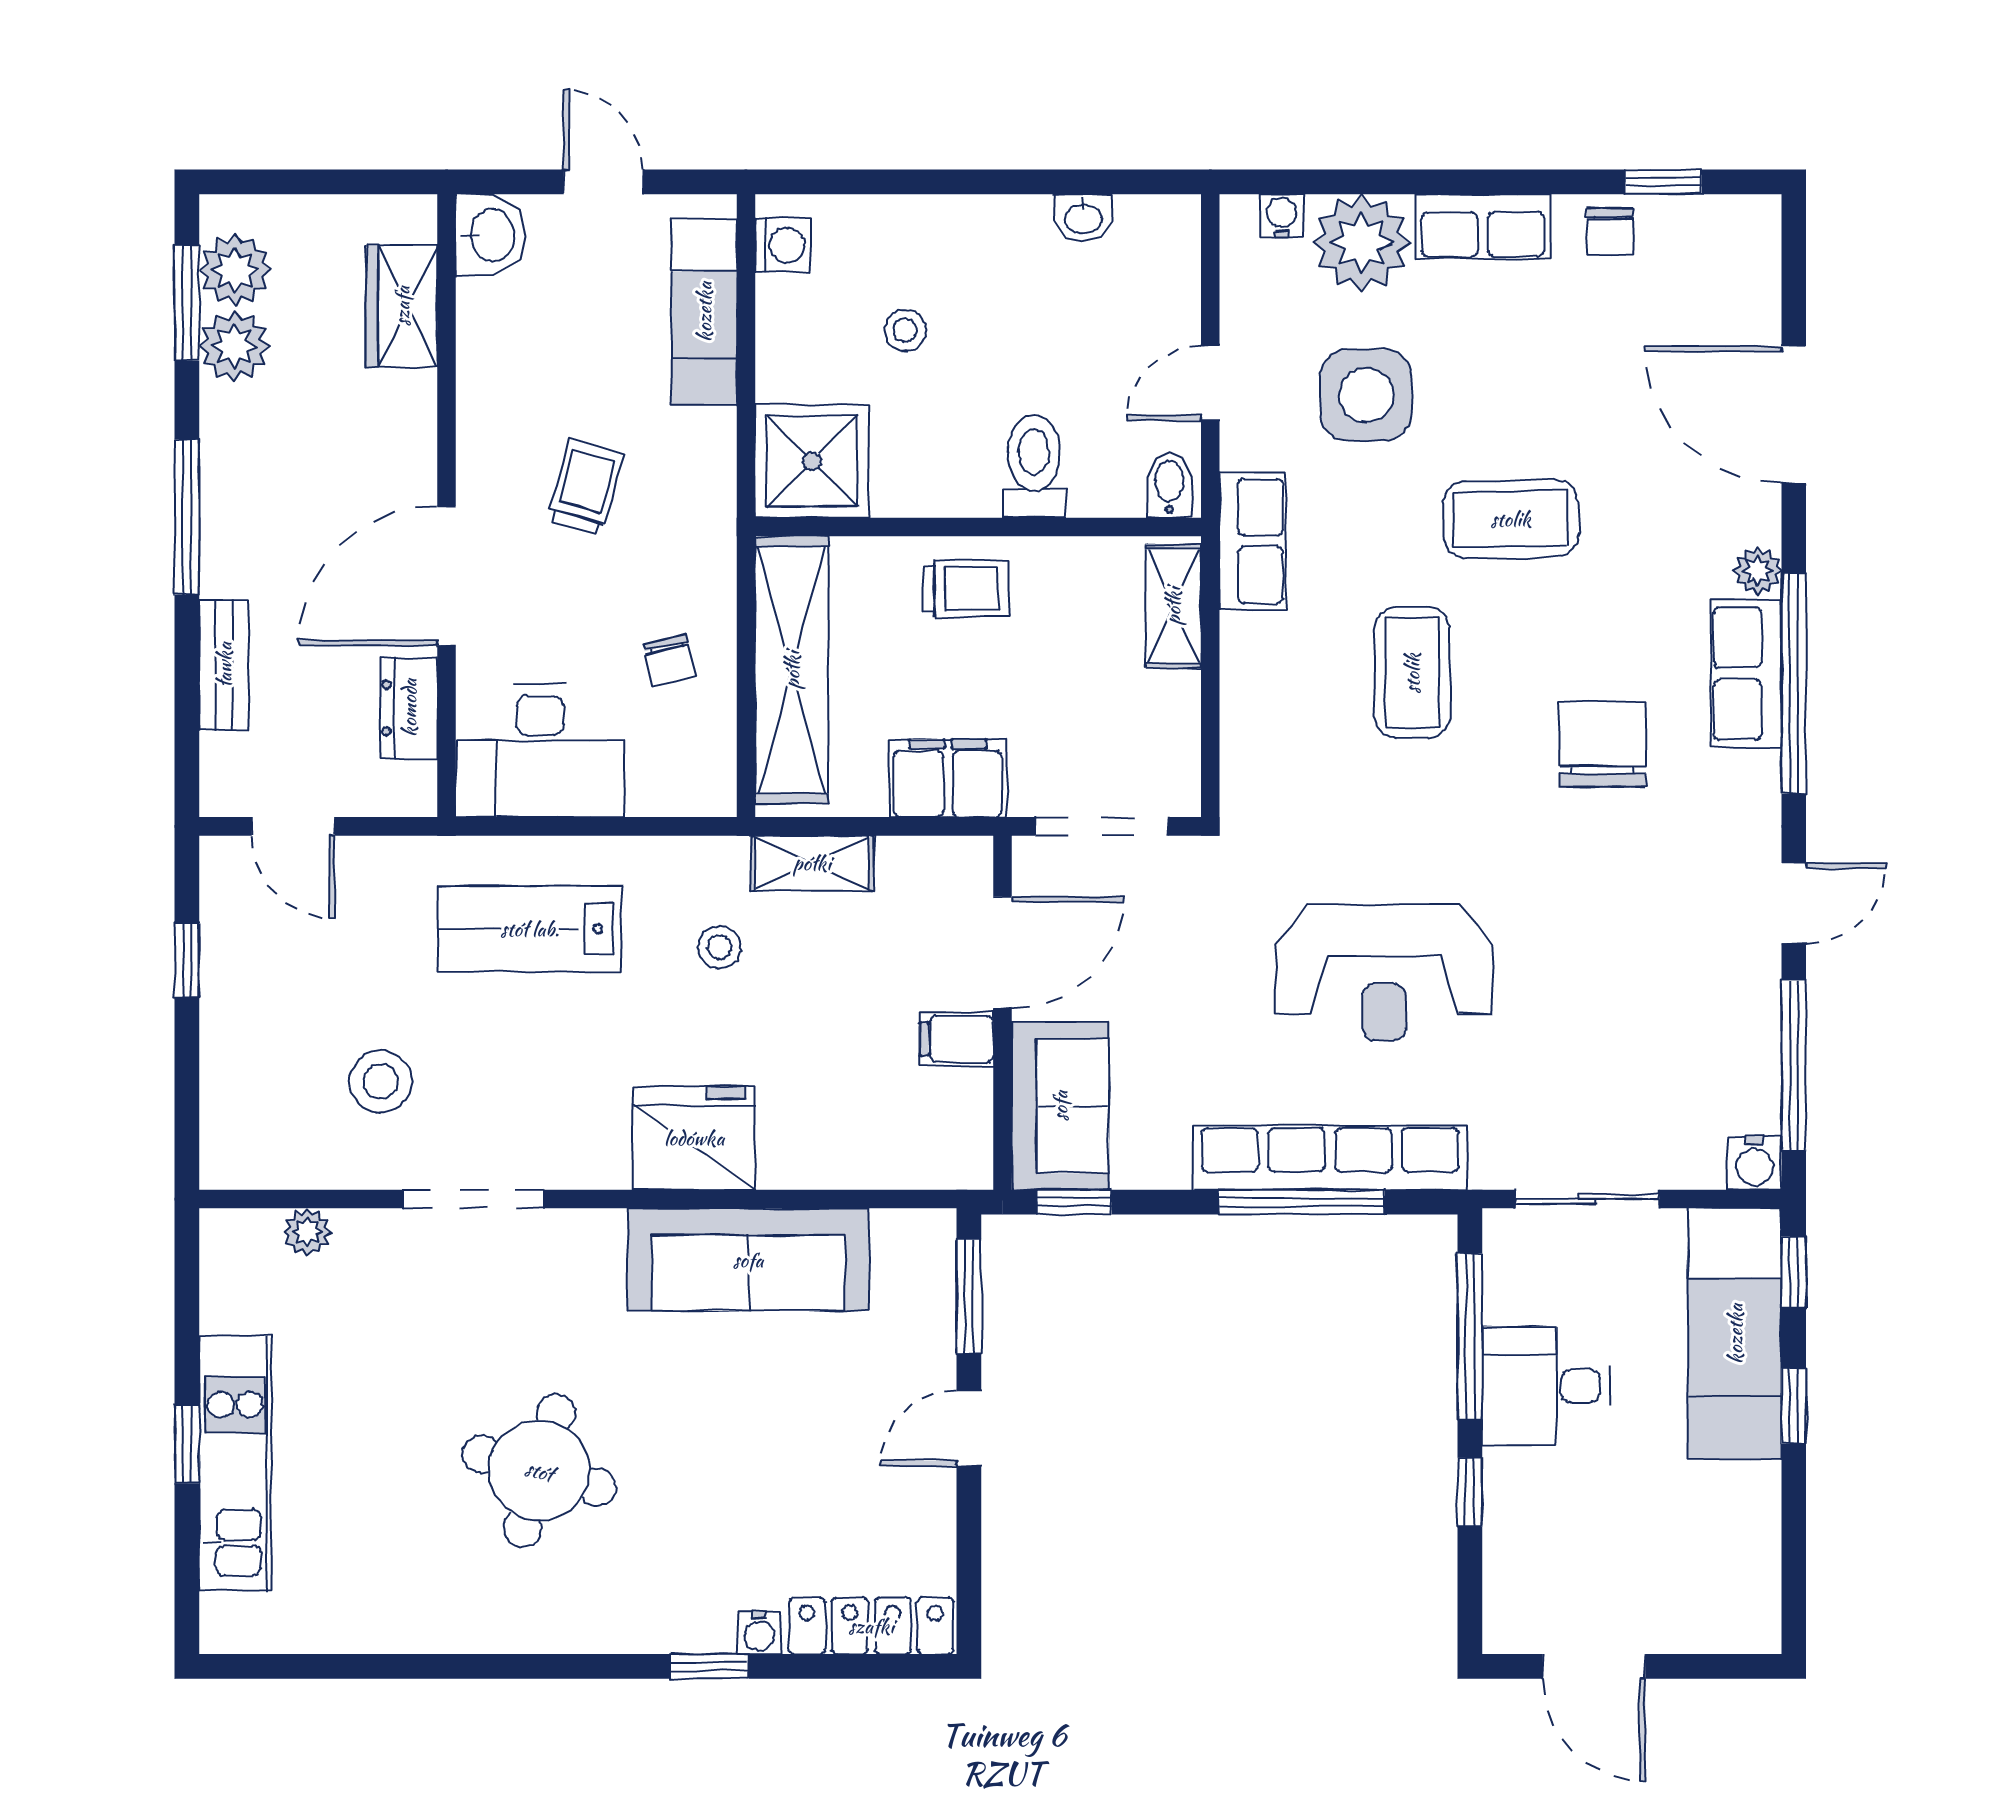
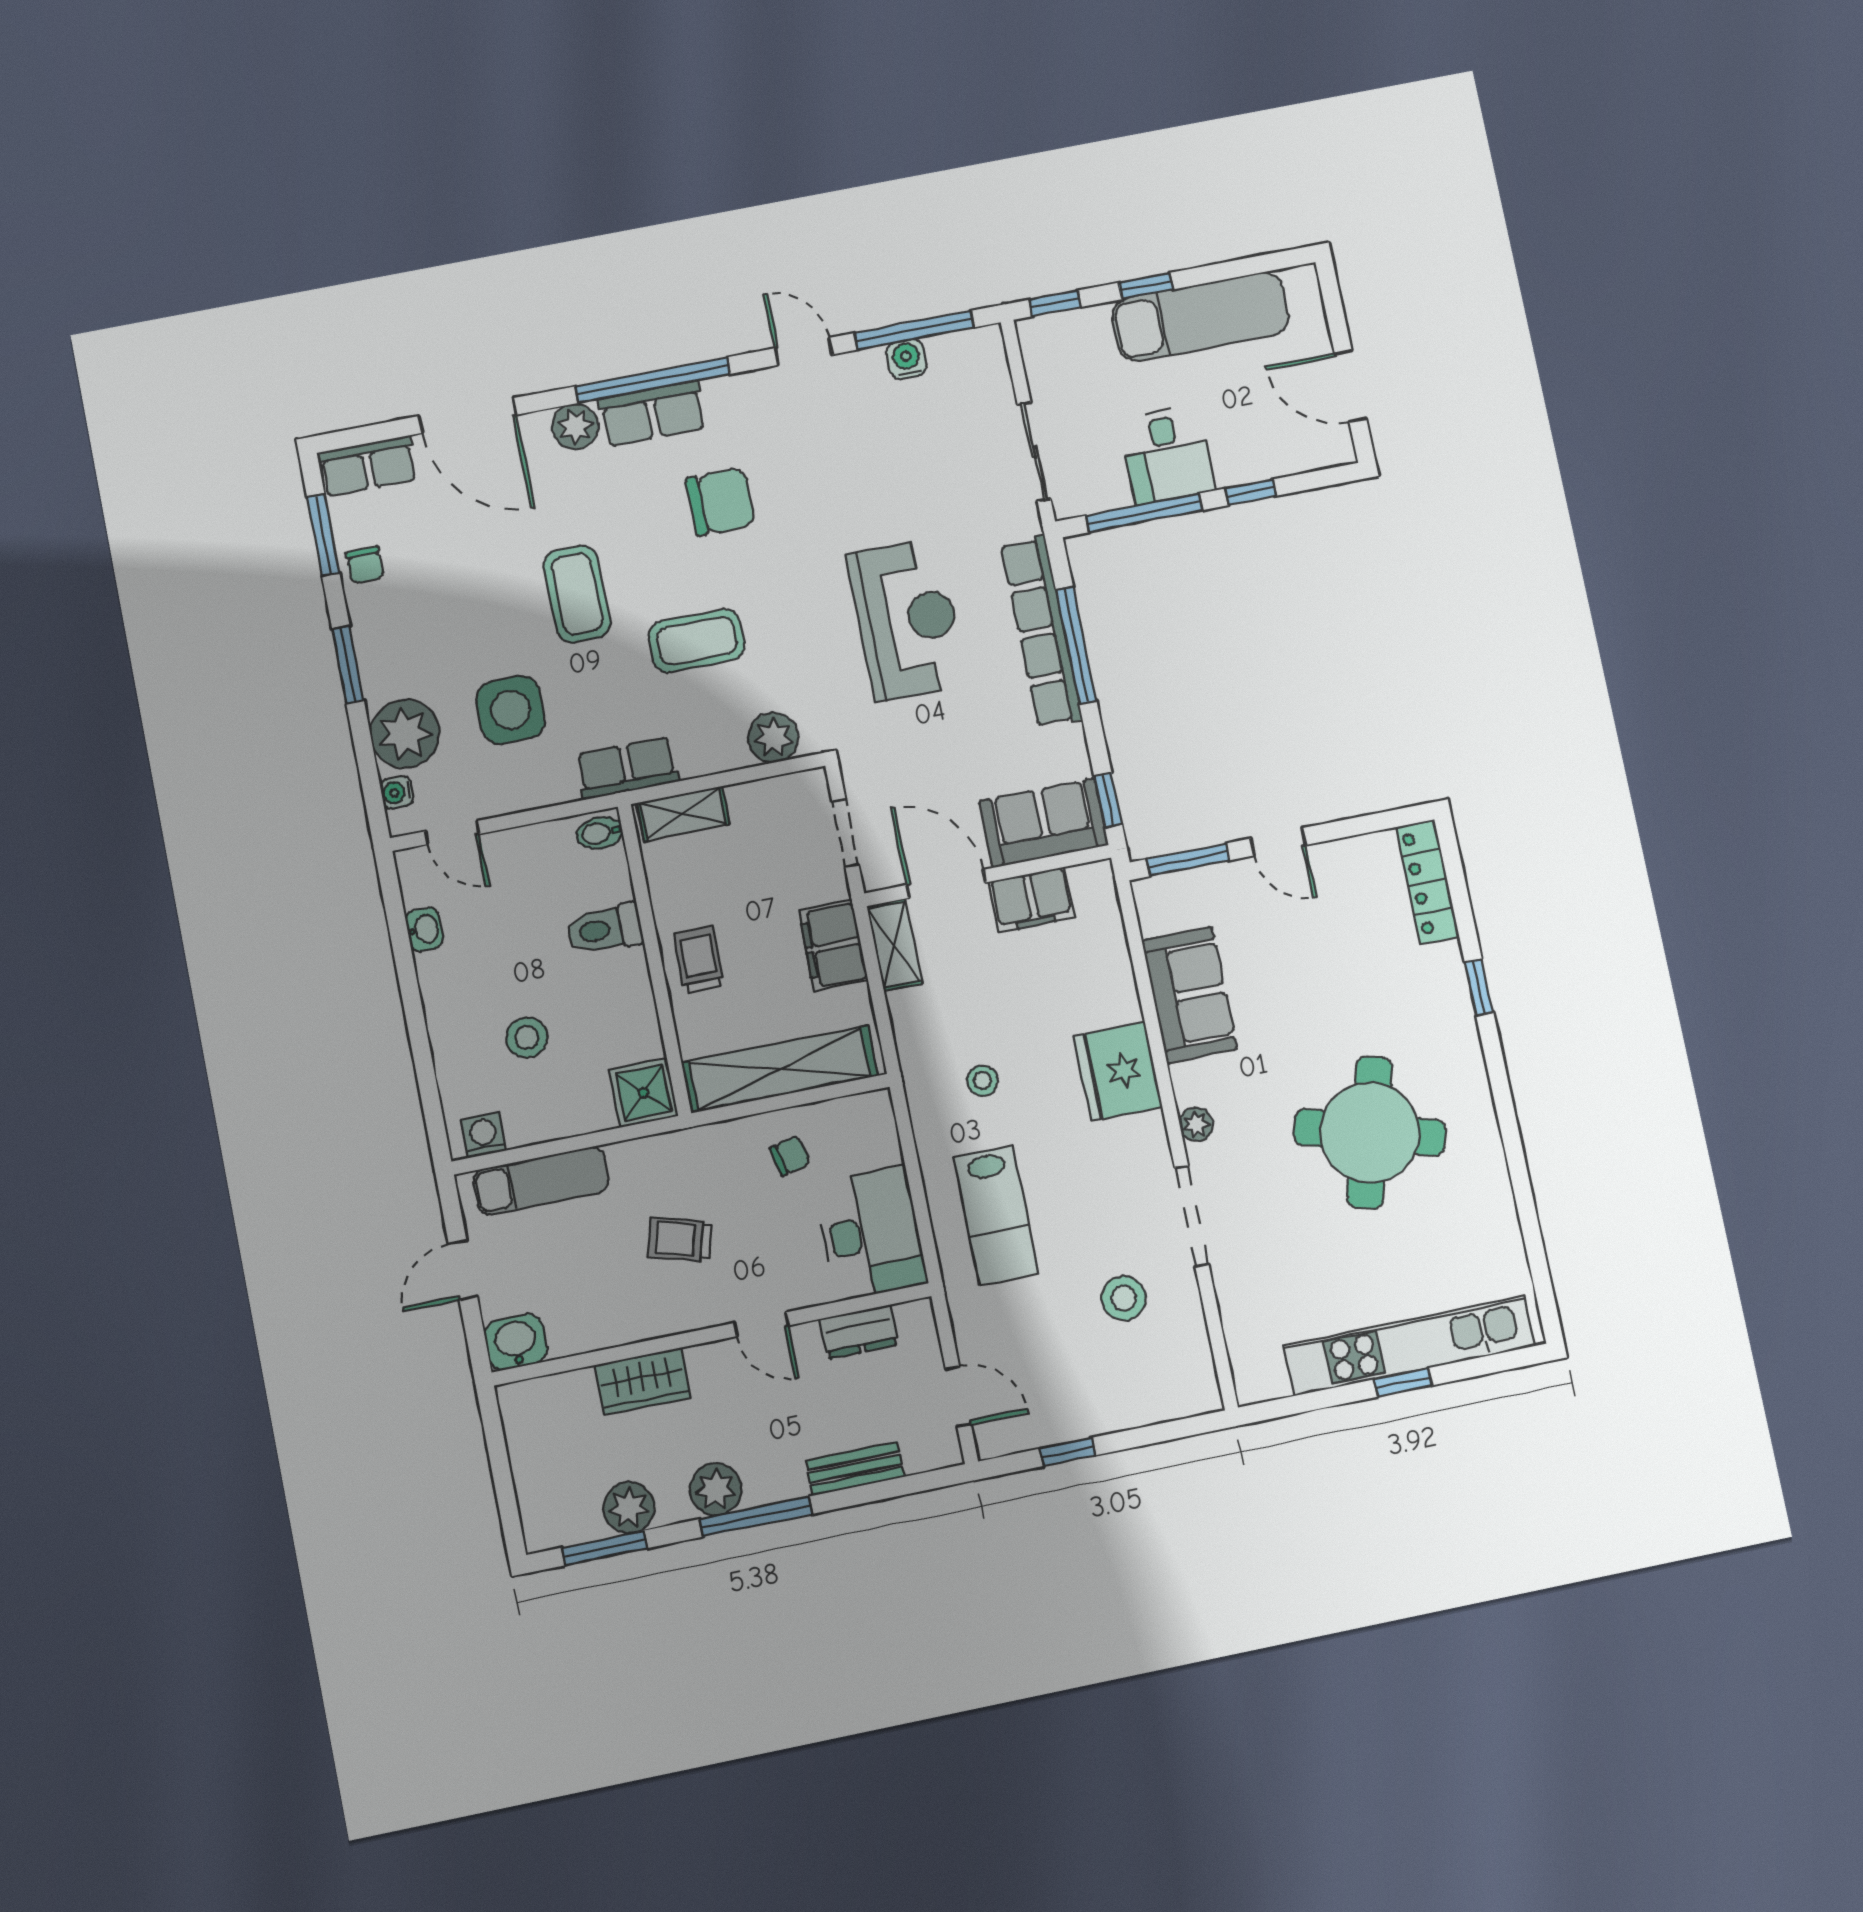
window: (1474, 182) -> (348, 665), added
window: (1663, 182) -> (323, 535), width x1.50
row of seats: (1483, 226) -> (368, 466), moved, turned 90
chair: (1610, 232) -> (365, 565), turned 89
plant: (235, 270) -> (716, 1489), moved
wardrobe: (402, 306) -> (643, 1381), moved
stool: (905, 330) -> (527, 1038), width x1.37, depth x1.37
door: (1210, 383) -> (452, 833), moved
door: (1794, 415) -> (468, 415), hinge flipped
shower: (812, 461) -> (644, 1093), width x0.73, depth x0.73
plant: (1758, 571) -> (575, 426), width x1.38, depth x1.38
door: (447, 576) -> (761, 1324), width x0.53
chair: (1602, 744) -> (720, 502), turned 180
plant: (1255, 753) -> (773, 738), added
door: (293, 826) -> (958, 1396), hinge flipped
doorway: (1102, 826) -> (845, 833), width x0.73
shelving: (812, 863) -> (894, 945), moved
filing cabinet: (957, 1039) -> (1031, 900), width x2.00
water cooler: (1755, 1163) -> (907, 359), moved, turned -90
plant: (307, 1232) -> (1196, 1124), moved
sofa: (748, 1260) -> (1189, 995), width x0.73
exam couch: (1735, 1334) -> (1200, 317), moved
kitchen unit: (235, 1464) -> (1409, 1346), width x1.36
round table: (539, 1471) -> (1370, 1133), width x1.36, depth x1.36
water cooler: (759, 1633) -> (1449, 958), removed
door: (1594, 1666) -> (1351, 386), swing flipped

